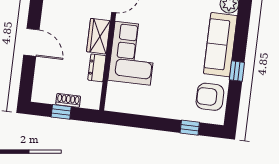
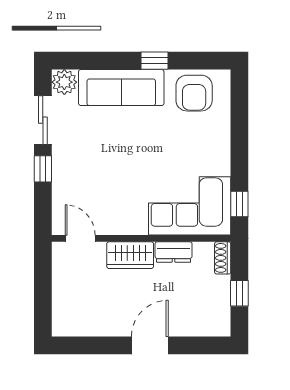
corner sofa: (133, 53) -> (190, 206), moved
shoe rack: (68, 100) -> (223, 258), moved
window: (190, 128) -> (239, 204), moved

